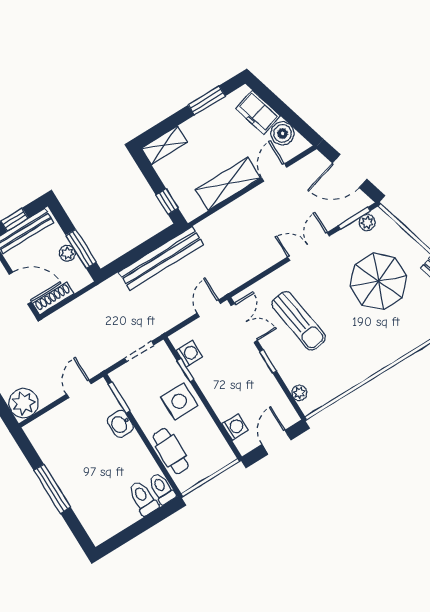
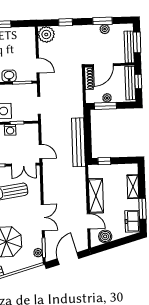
freezer: (258, 112) -> (132, 221), moved, turned -74
shelving: (164, 145) -> (133, 187), moved
washing machine: (189, 354) -> (10, 130), moved

